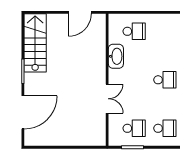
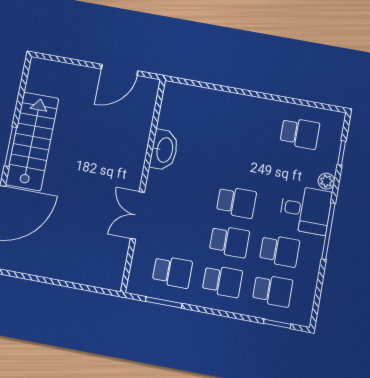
school desk: (134, 31) -> (229, 241), moved
stairs: (35, 43) -> (32, 141), moved
double door: (107, 99) -> (137, 215), swing flipped

